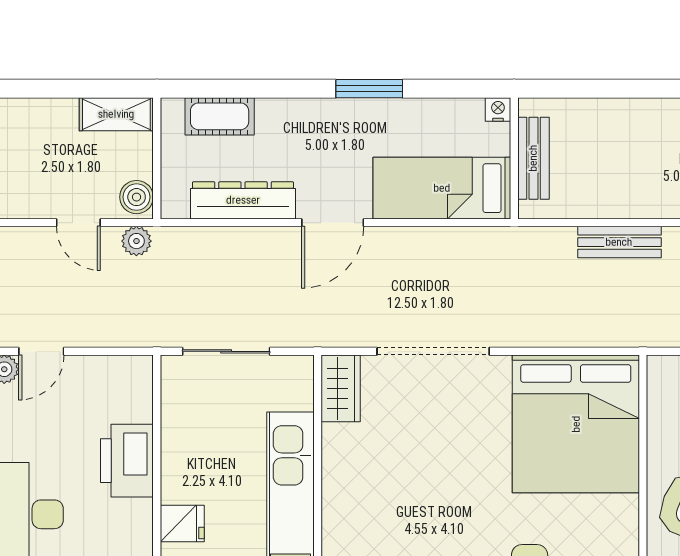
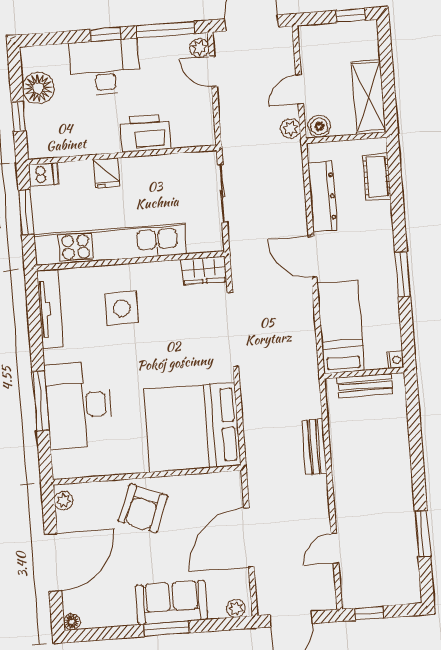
shelving: (116, 114) -> (368, 97), width x1.50, depth x1.33
side table: (388, 516) -> (122, 308), added

